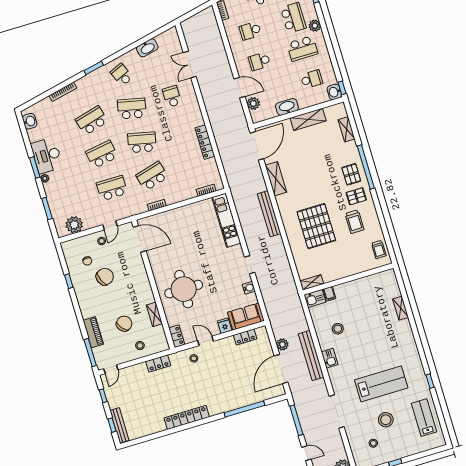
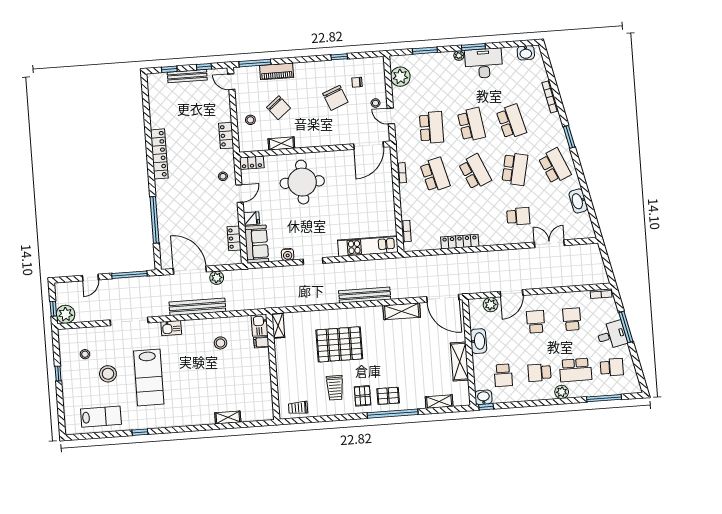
school desk: (302, 48) -> (539, 373), width x0.54
school desk: (122, 75) -> (555, 166), width x1.85
school desk: (142, 142) -> (475, 172), turned -36
trolley: (355, 222) -> (335, 388), turned -90
kitchen sink: (330, 358) -> (171, 328), moved
bench: (119, 425) -> (187, 76), moved

